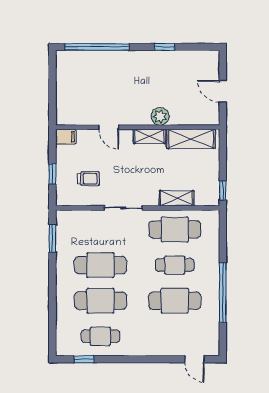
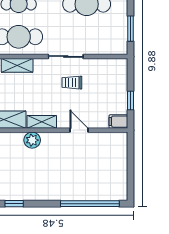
window: (165, 47) -> (14, 204), moved
window: (52, 174) -> (130, 100), moved
trolley: (89, 179) -> (72, 83), moved

